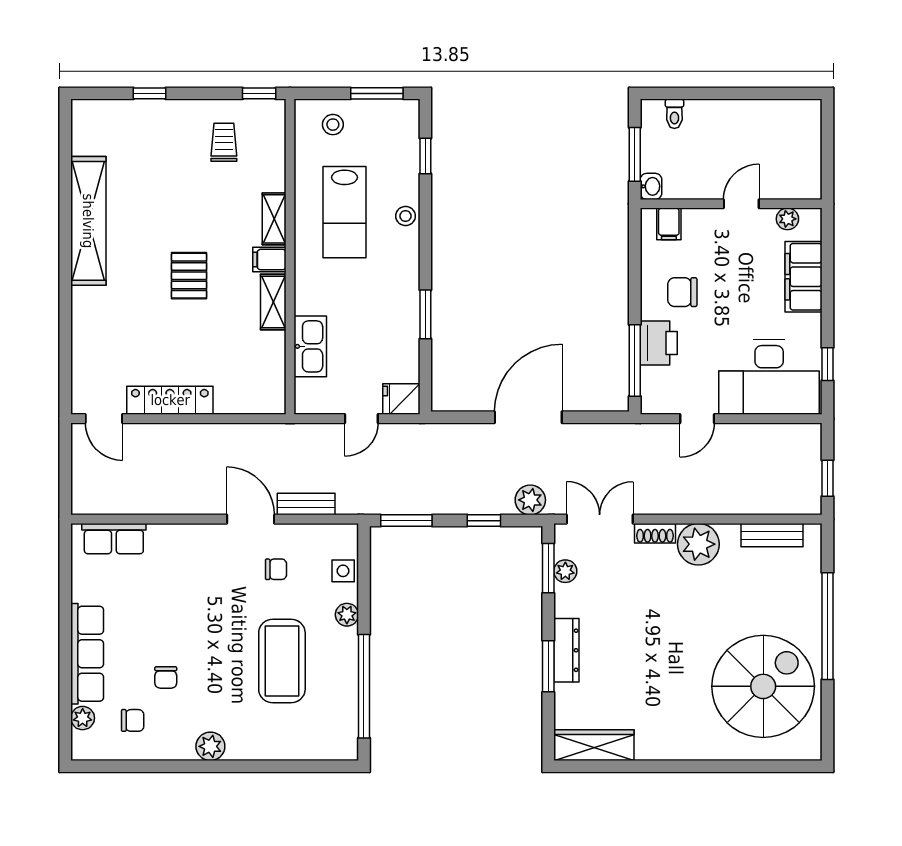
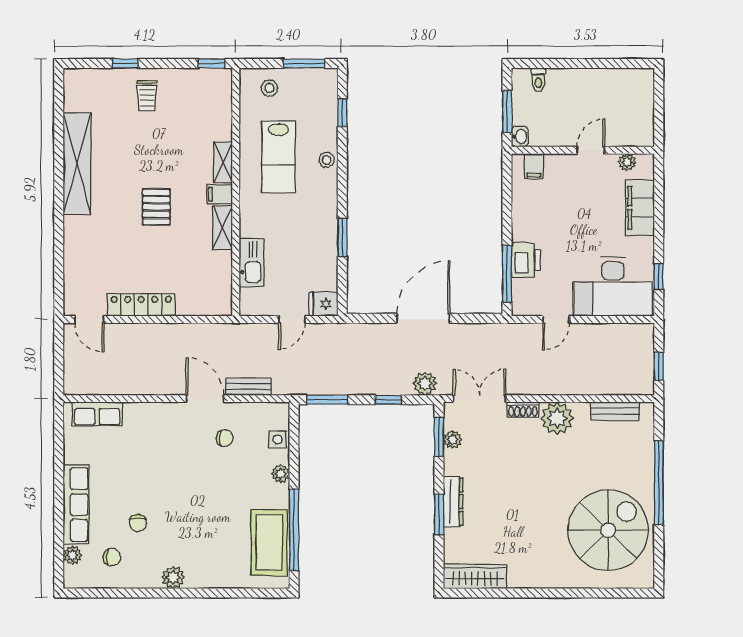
trolley: (224, 142) -> (147, 96), moved, turned 180
chair: (682, 292) -> (544, 220), removed
coffee table: (282, 661) -> (269, 542), moved

